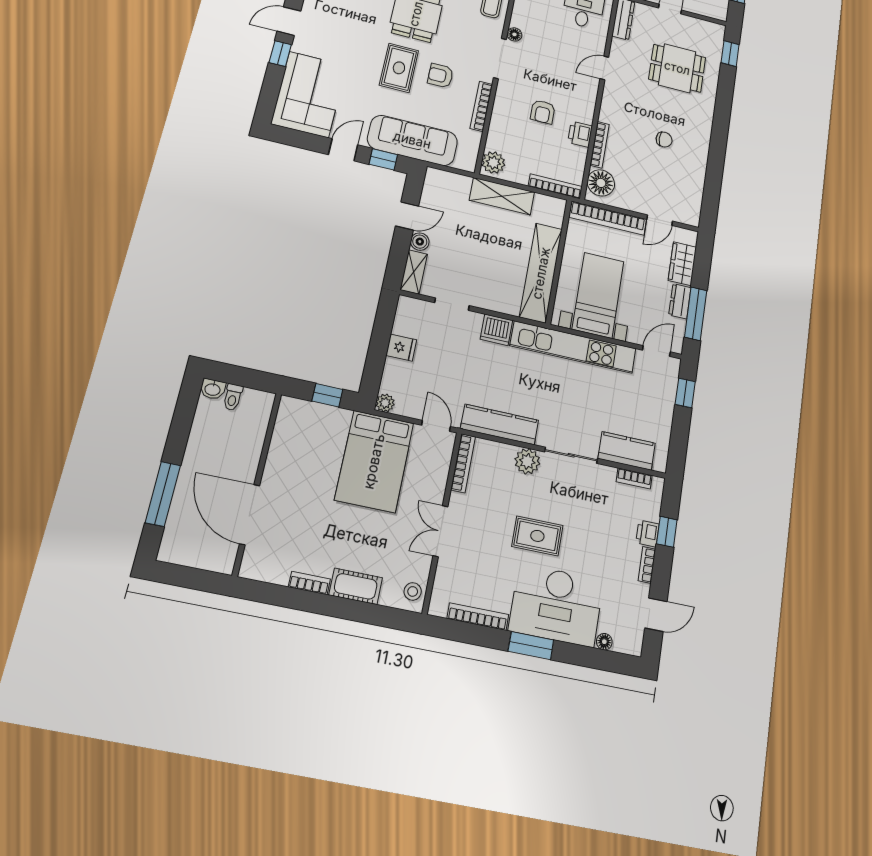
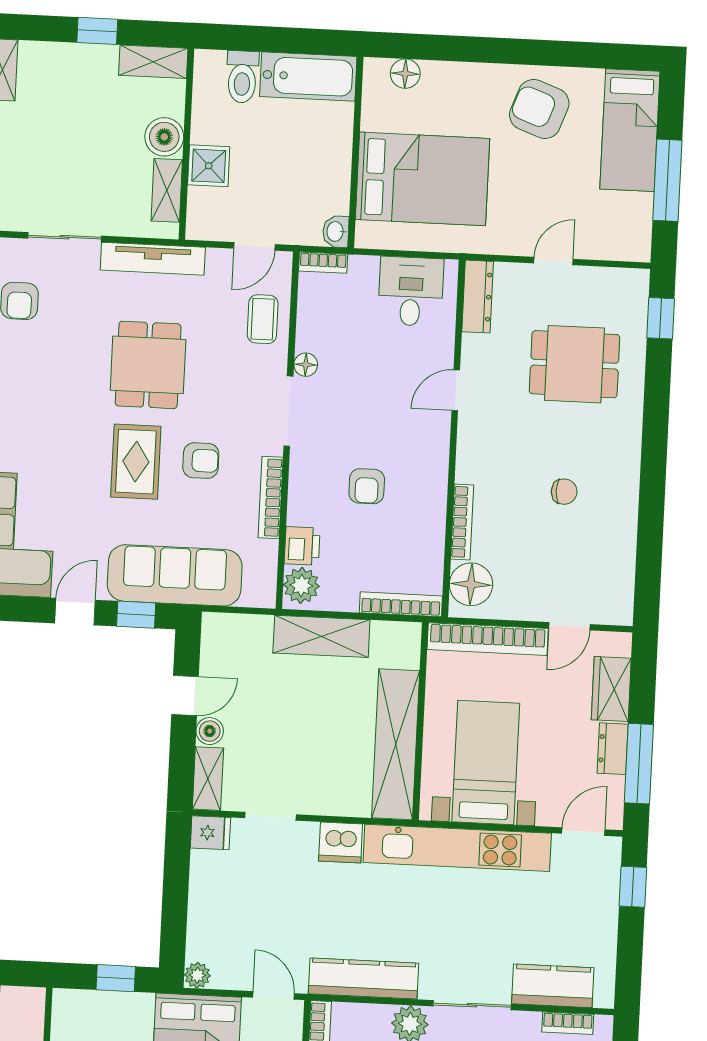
armchair: (440, 76) -> (201, 461), turned 180
printer: (580, 134) -> (302, 546), moved, turned 180
fridge: (401, 348) -> (210, 833), moved

